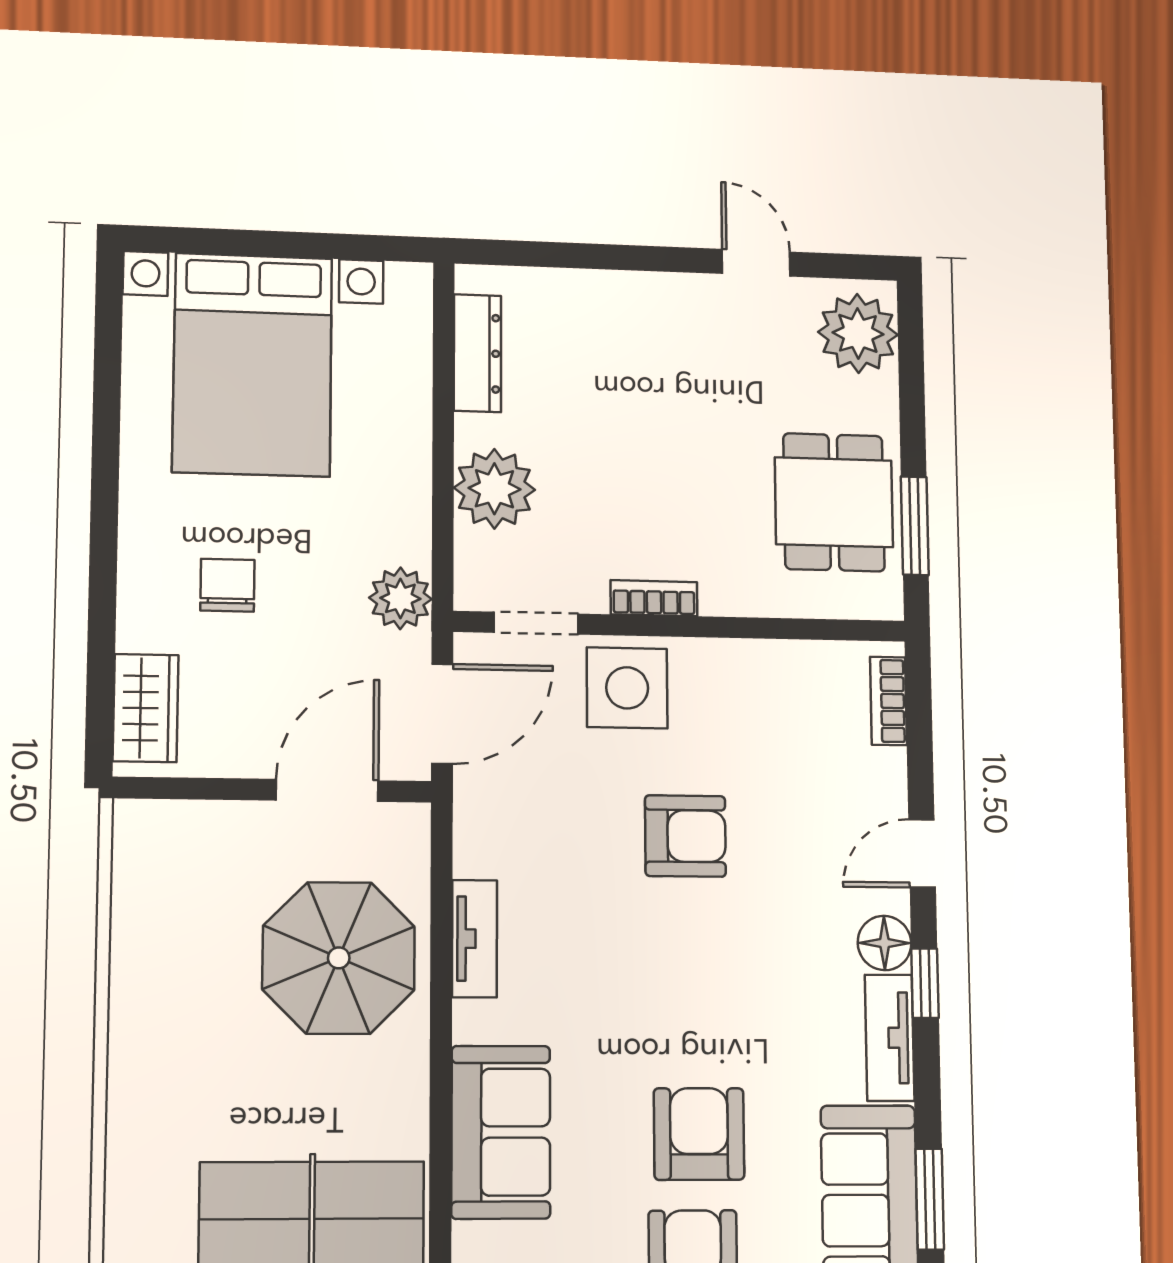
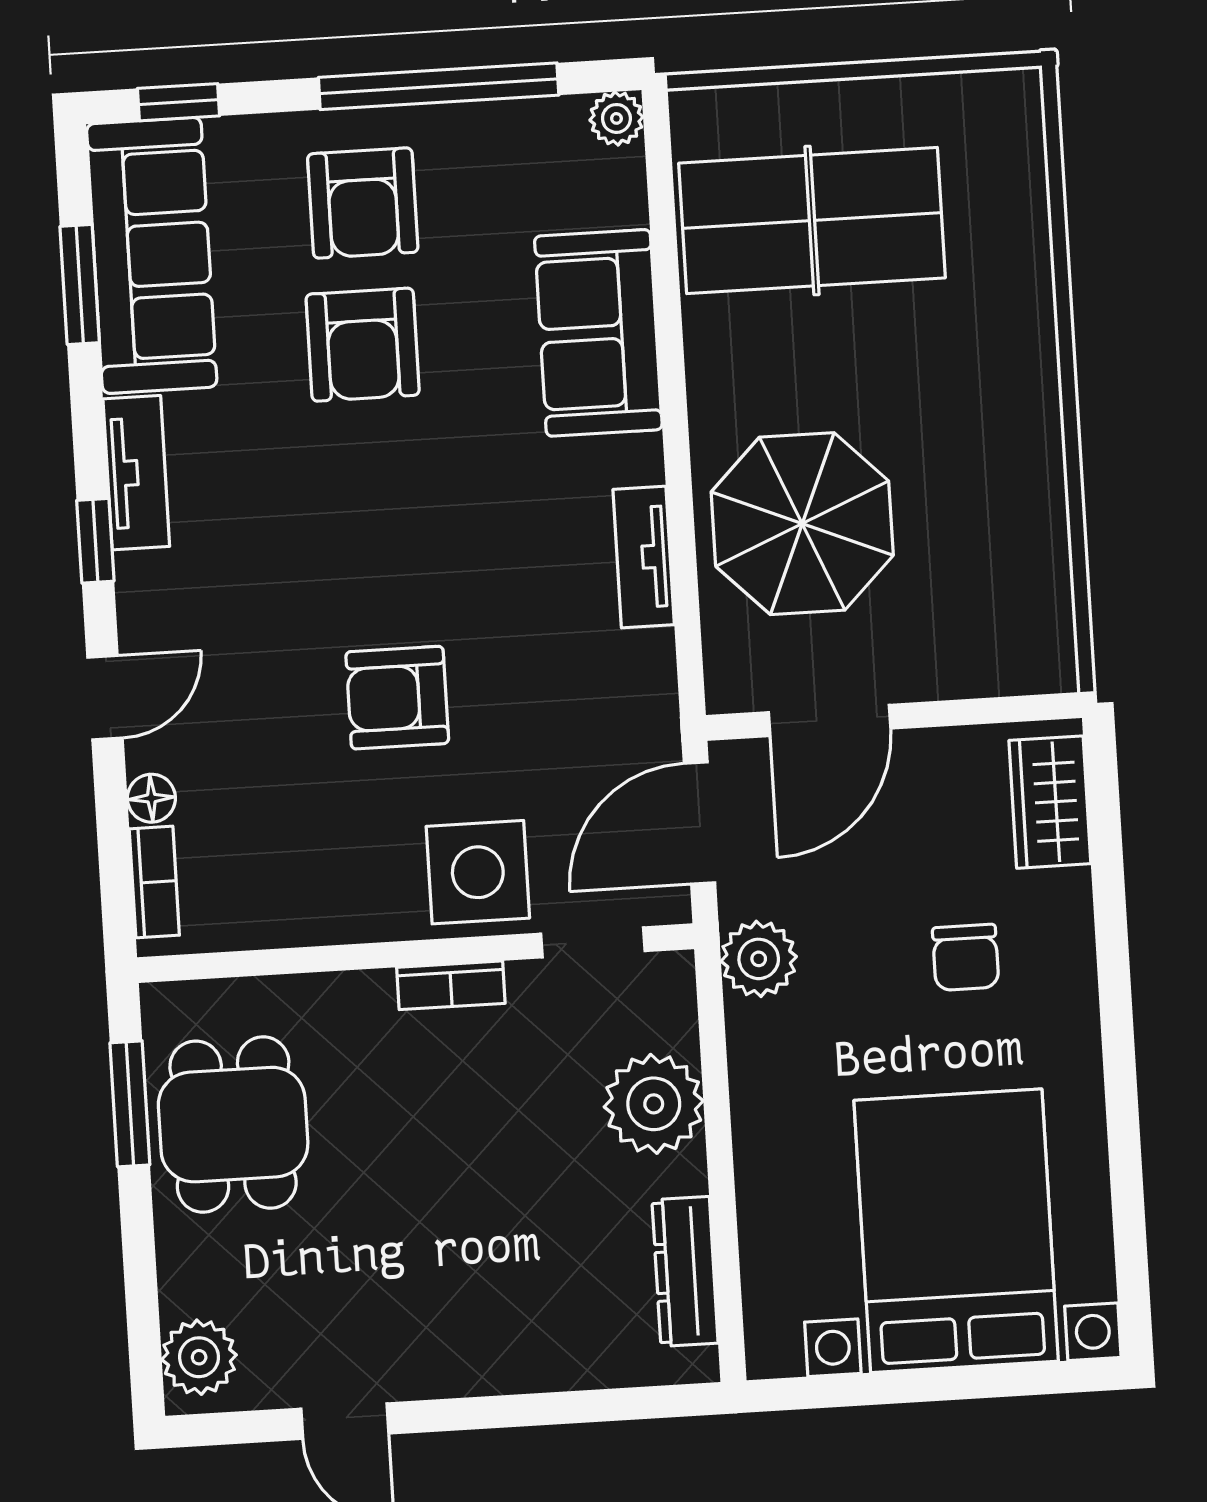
plant: (858, 333) -> (199, 1357), width x0.73, depth x0.73
floor lamp: (884, 943) -> (151, 798), moved, width x0.73, depth x0.73

